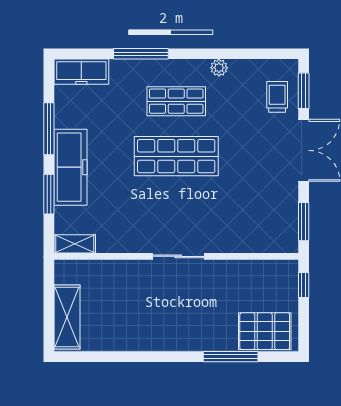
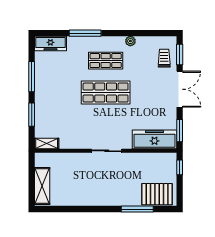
freezer: (70, 167) -> (154, 139), moved, turned -90

